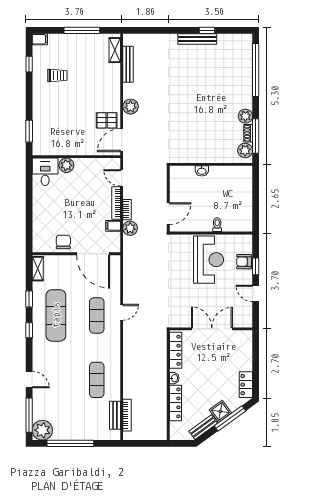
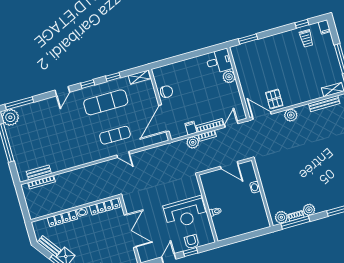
trolley: (57, 76) -> (306, 38), moved
door: (168, 214) -> (229, 165), moved
door: (29, 379) -> (62, 91), moved
exercise mat: (97, 380) -> (63, 150), removed

